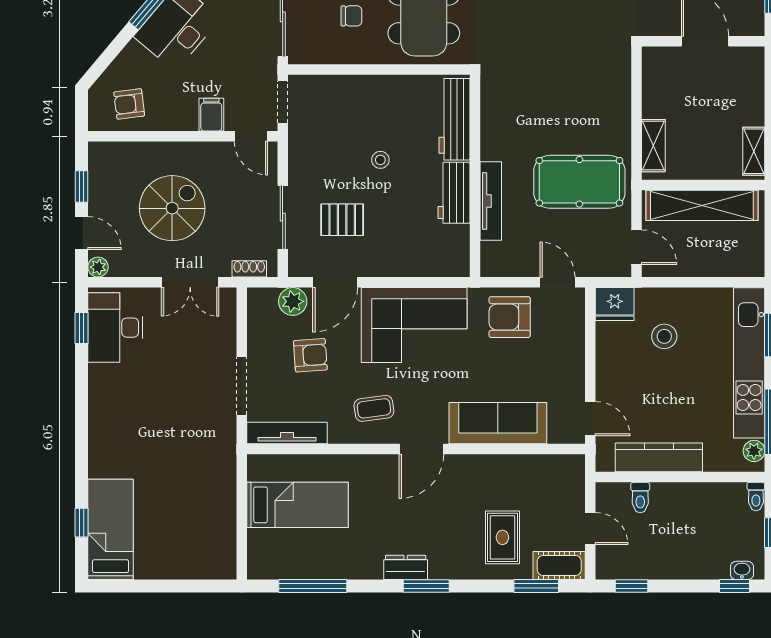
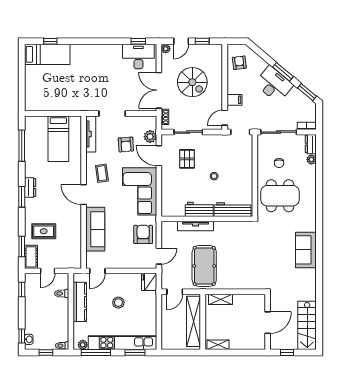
double door: (190, 282) -> (159, 90), width x1.37
stool: (664, 336) -> (118, 303), moved

